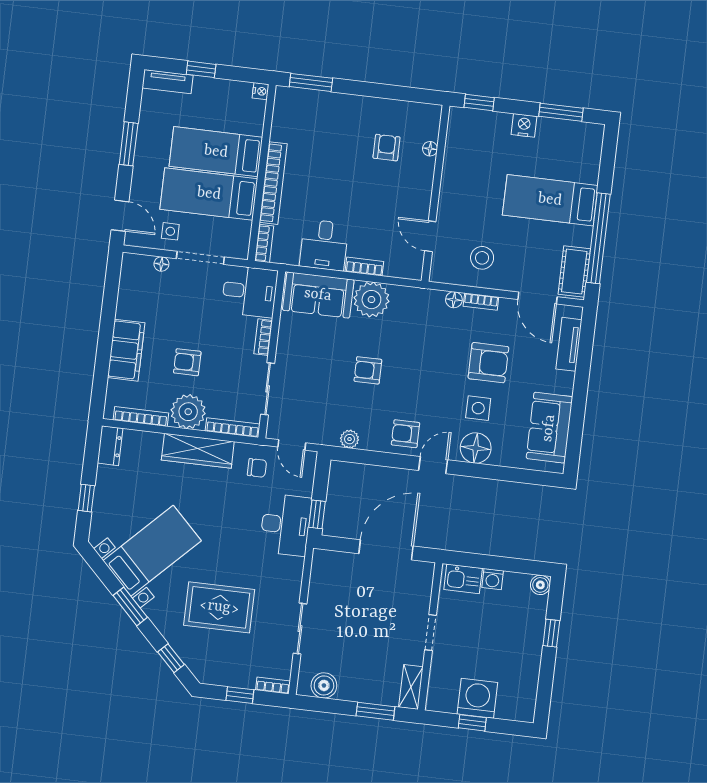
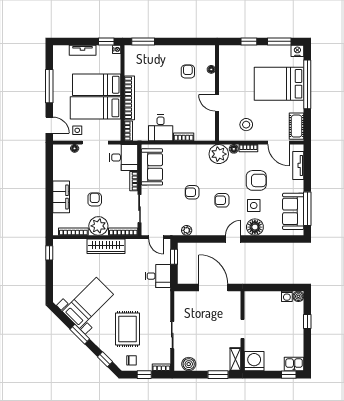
window: (201, 69) -> (106, 41), moved
tv unit: (168, 82) -> (83, 50), moved
window: (479, 102) -> (249, 41), moved
nightstand: (524, 125) -> (297, 51), moved
window: (129, 144) -> (49, 86), width x1.44
bed: (550, 200) -> (279, 84), width x1.50
door: (430, 236) -> (217, 103), moved
window: (598, 238) -> (307, 84), moved
sofa: (318, 295) -> (152, 167), moved, turned -90
plant: (371, 300) -> (219, 154), moved
armchair: (187, 362) -> (95, 199), turned 90
window: (576, 426) -> (307, 209), added
armchair: (405, 434) -> (222, 200), moved
dresser: (110, 446) -> (59, 249), removed
chair: (257, 468) -> (131, 360), moved
window: (86, 498) -> (49, 253), moved
window: (317, 514) -> (174, 257), moved
desk: (286, 525) -> (158, 276), width x0.73
door: (386, 550) -> (213, 287), hinge flipped
kitchen sink: (463, 579) -> (294, 364), moved, turned 180
washing machine: (493, 579) -> (287, 296), moved
rug: (219, 607) -> (128, 329), turned 90
washing machine: (477, 698) -> (254, 361), moved
window: (472, 723) -> (289, 375), moved

